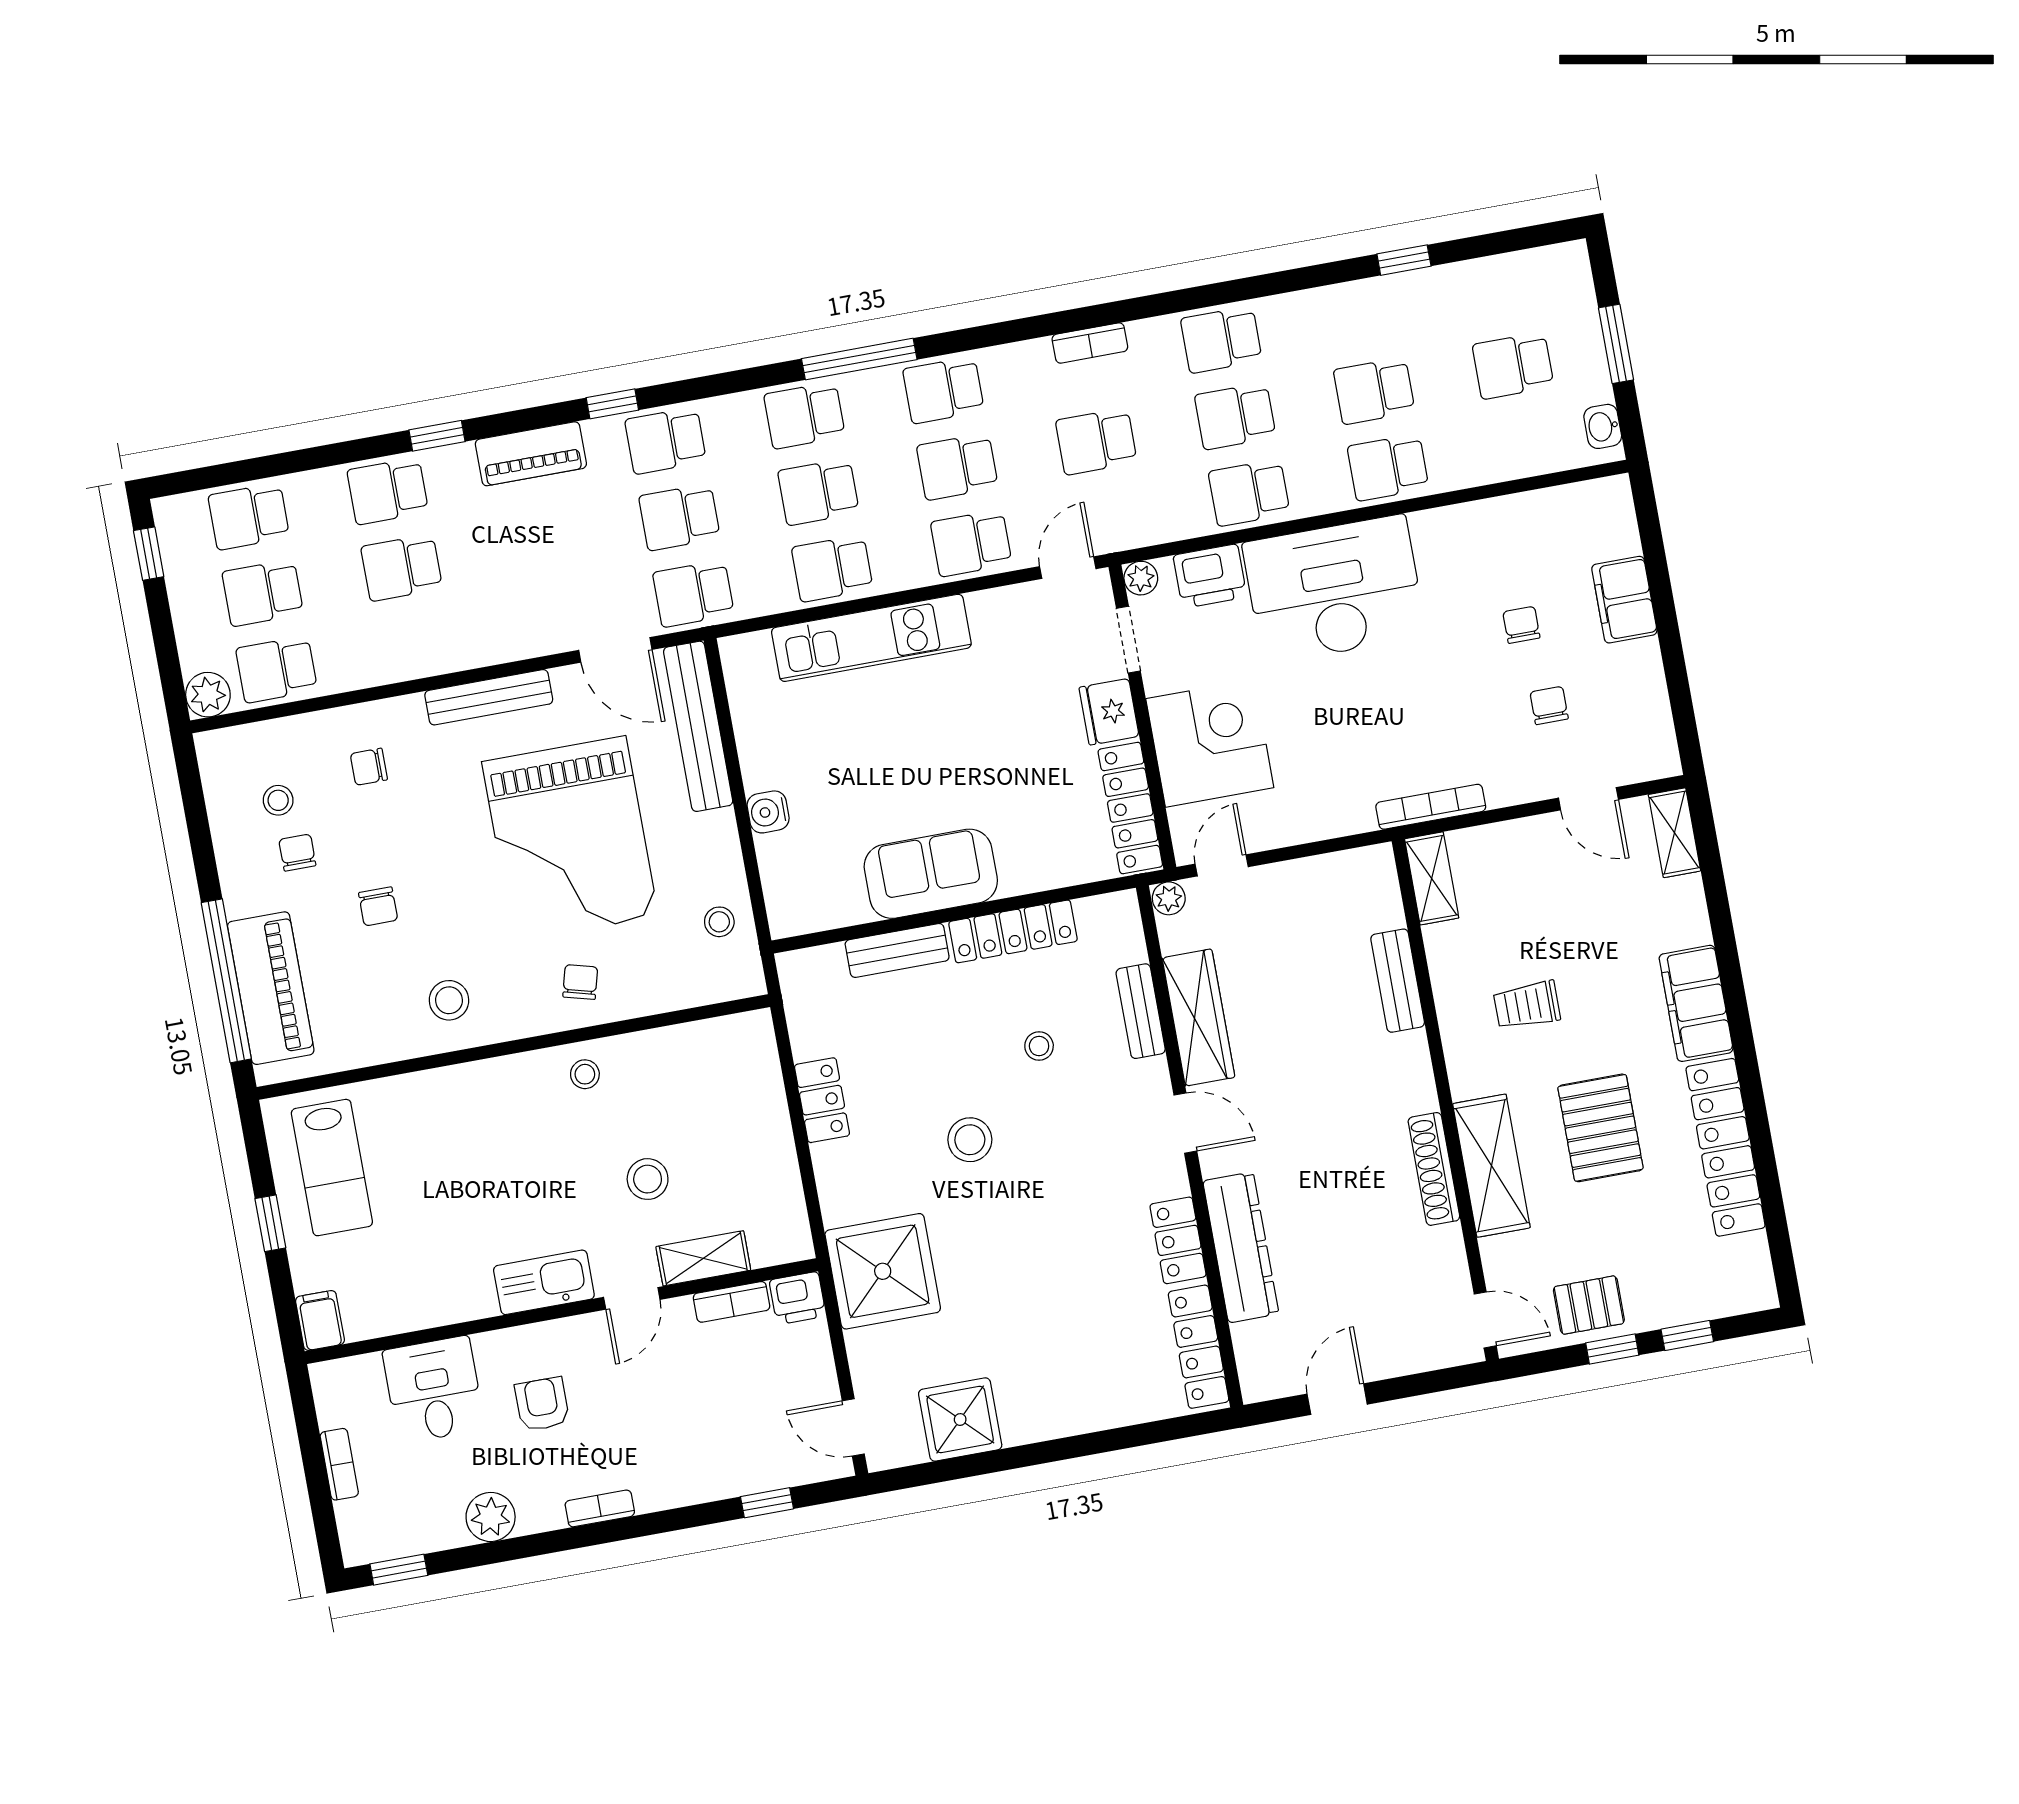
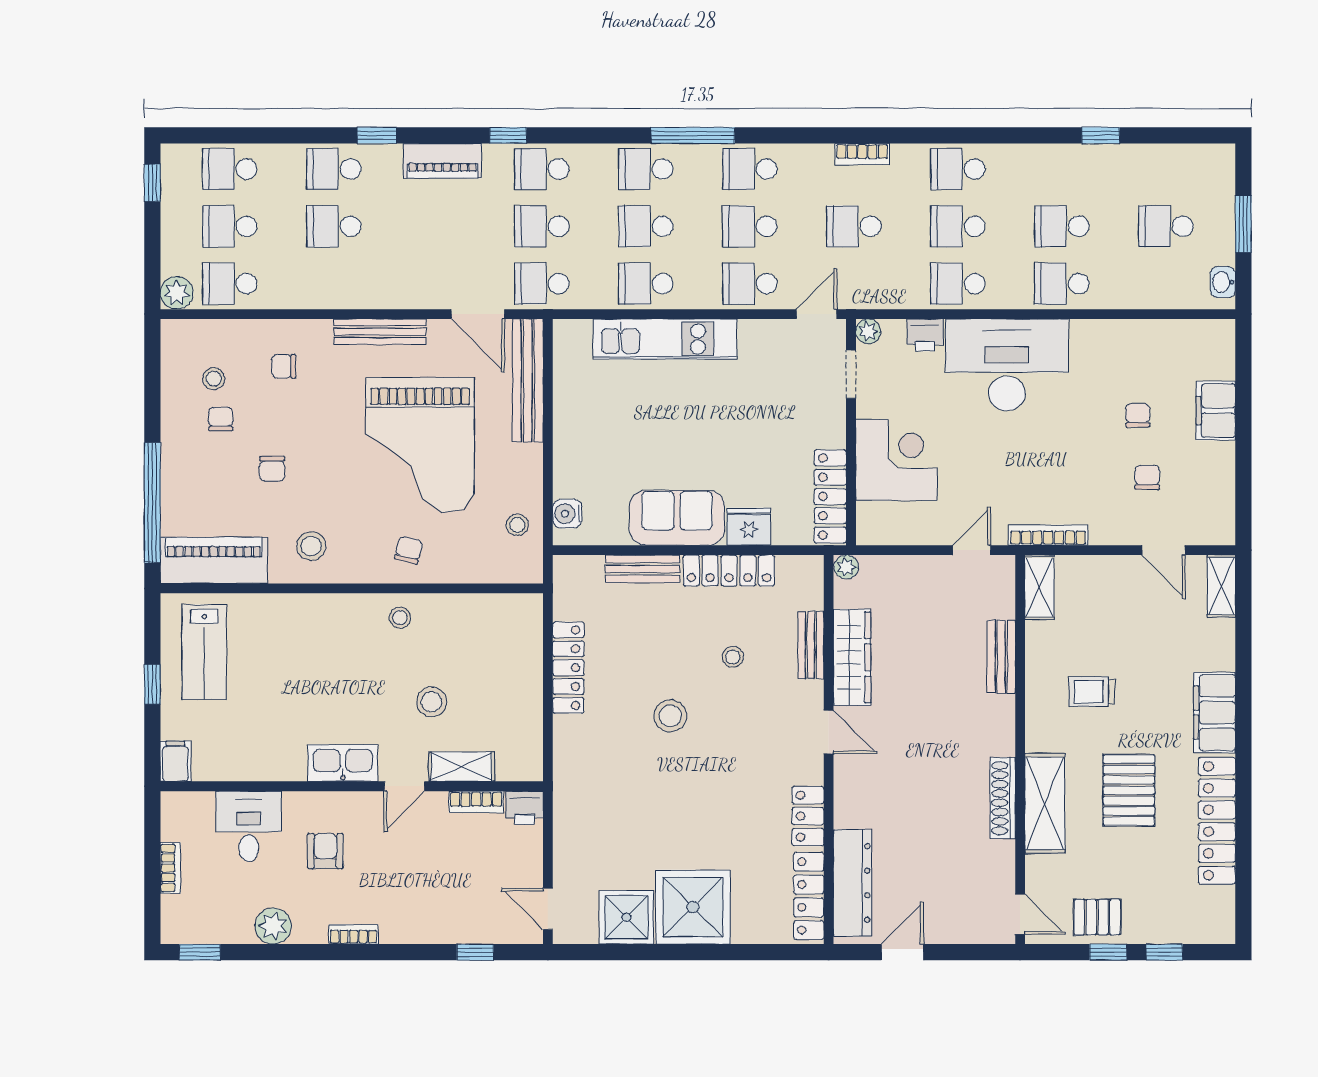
printer: (1210, 576) -> (925, 335), width x0.73, depth x0.81
fridge: (1109, 712) -> (749, 527), moved, turned 90
water cooler: (768, 812) -> (567, 514), moved
door: (1222, 865) -> (972, 550), moved
piano: (271, 988) -> (214, 560), moved, turned -90
locker: (822, 1100) -> (568, 668), width x1.53
dresser: (1241, 1247) -> (852, 883), moved
shower: (883, 1271) -> (693, 907), moved

